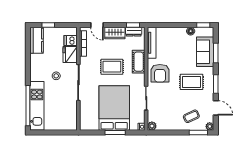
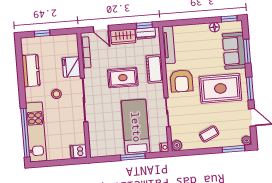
kitchen counter: (37, 40) -> (31, 71), moved
dishwasher: (71, 41) -> (79, 151), moved
rug: (192, 82) -> (220, 88), width x1.36, depth x1.43
bed: (114, 108) -> (136, 127), width x0.67
coffee table: (191, 116) -> (209, 134), moved

